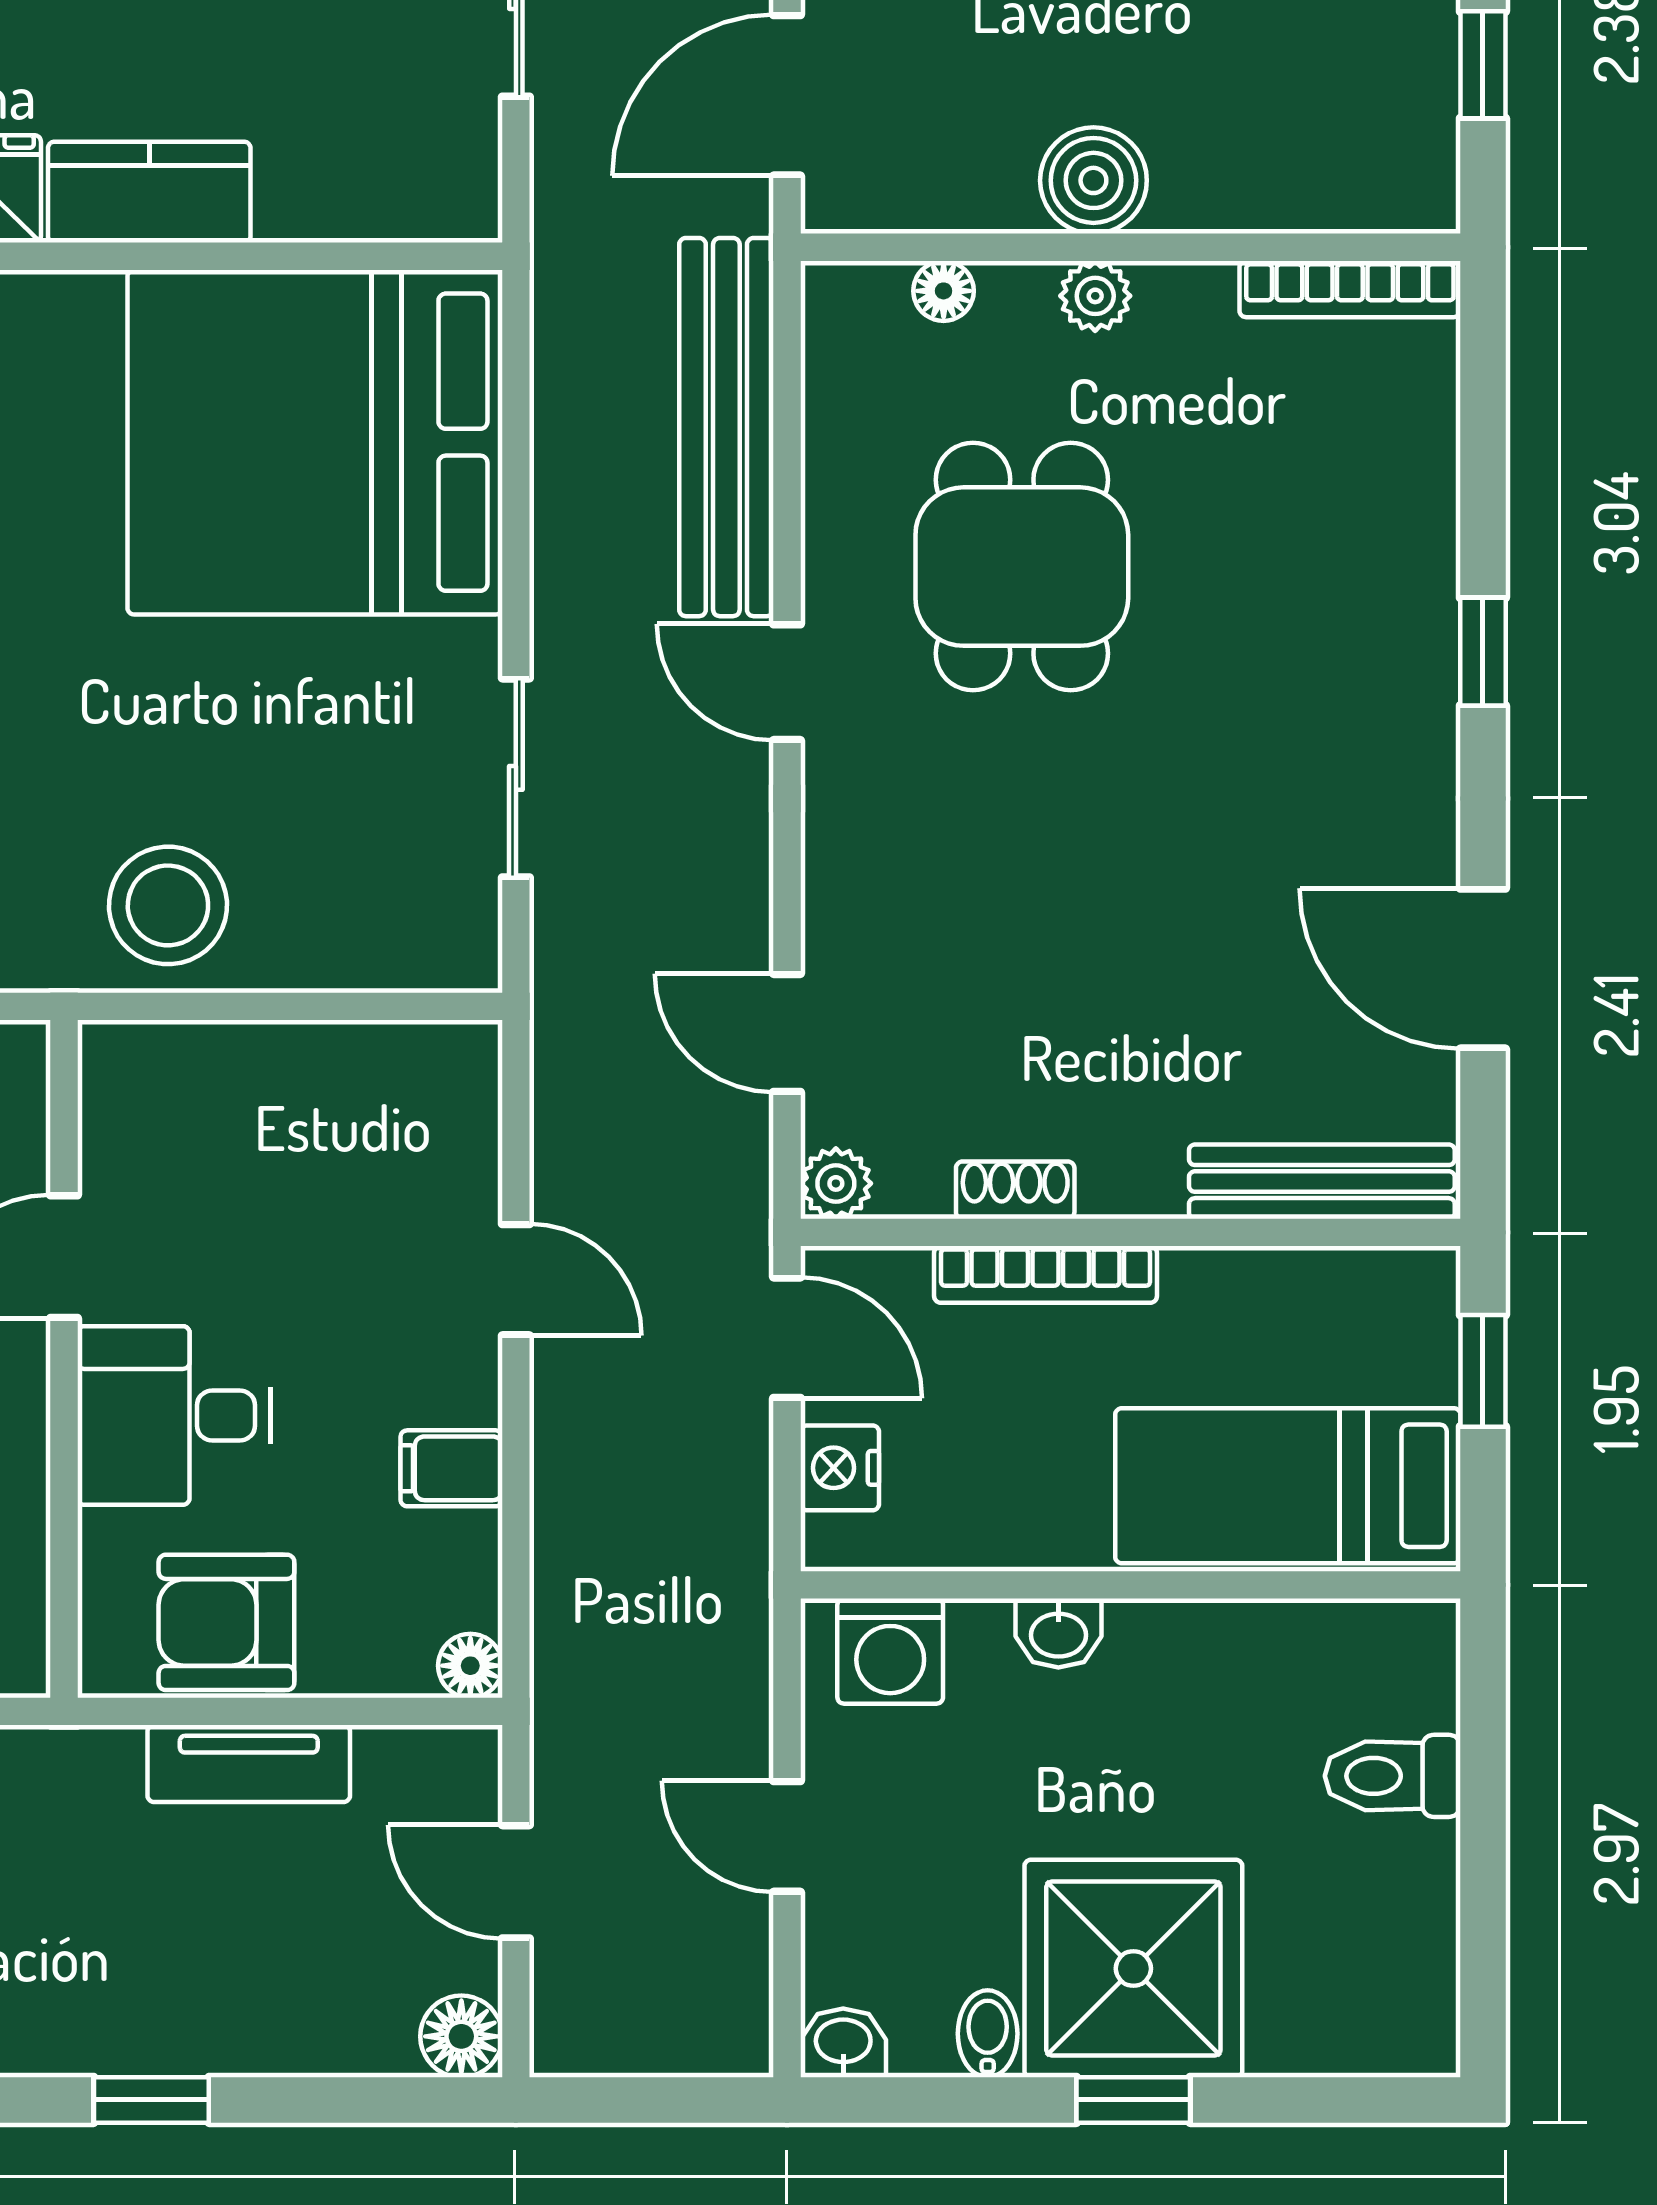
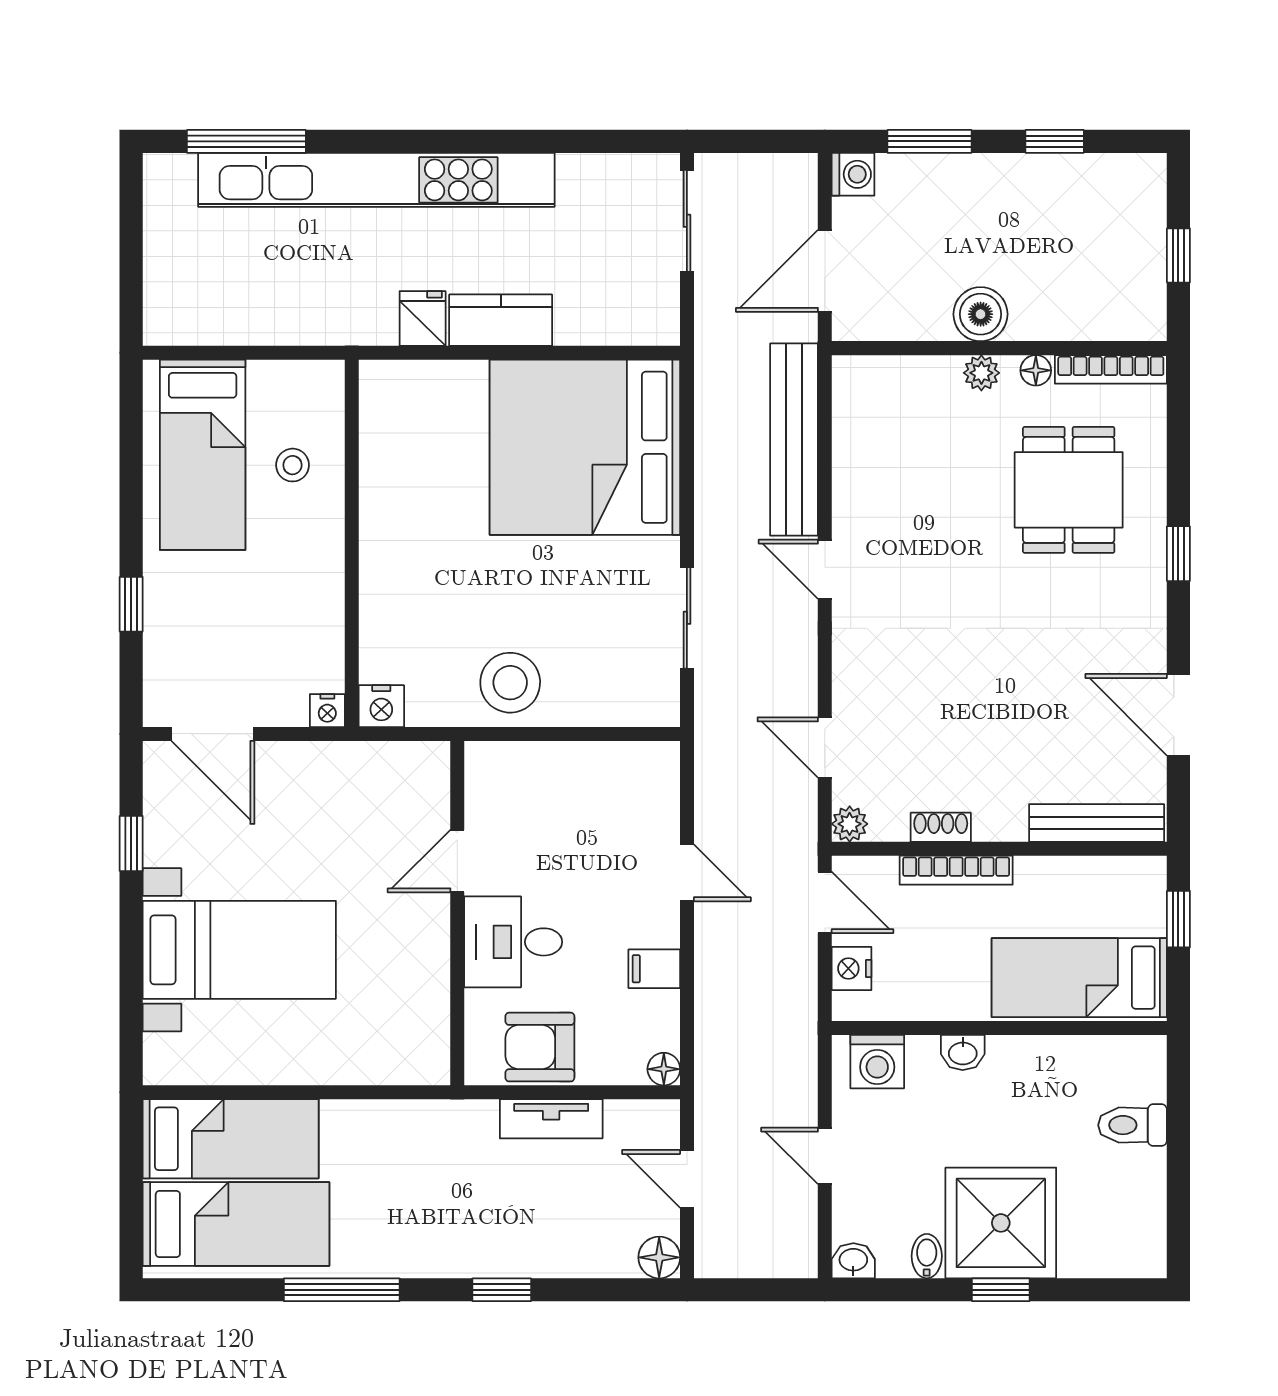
floor lamp: (944, 291) -> (1036, 370), moved
dining table: (1022, 567) -> (1069, 490), moved

